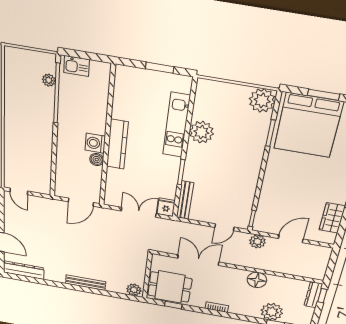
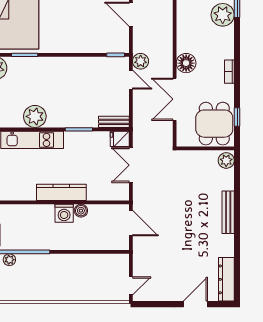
bench: (185, 200) -> (114, 122), width x0.73
plant: (257, 241) -> (141, 61), moved
floor lamp: (257, 280) -> (186, 63), moved

